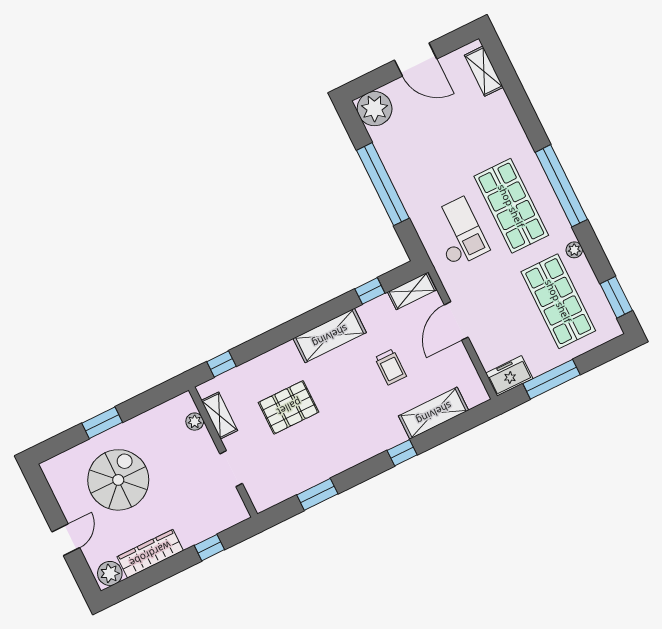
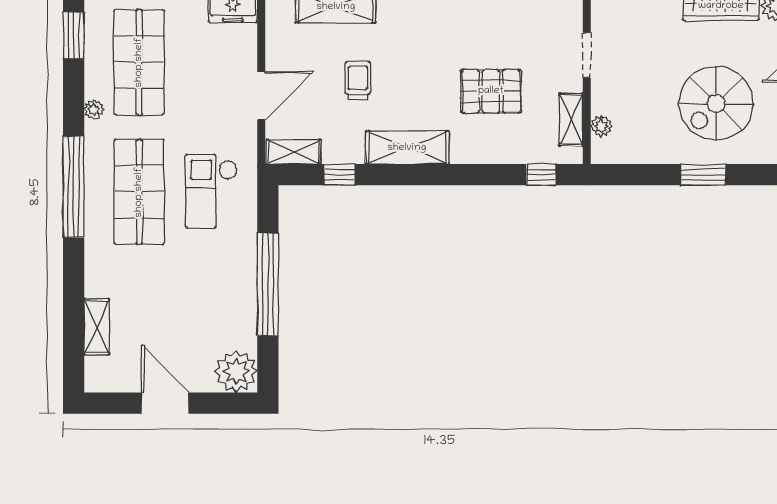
shelving: (484, 71) -> (97, 327), moved

